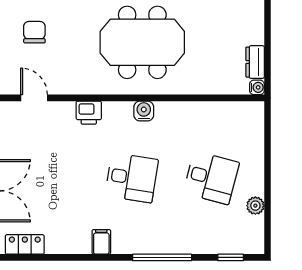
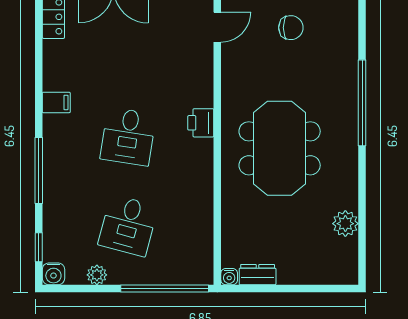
water cooler: (144, 111) -> (53, 274), moved, turned 90
printer: (89, 113) -> (201, 123), moved
window: (268, 145) -> (165, 288), added

